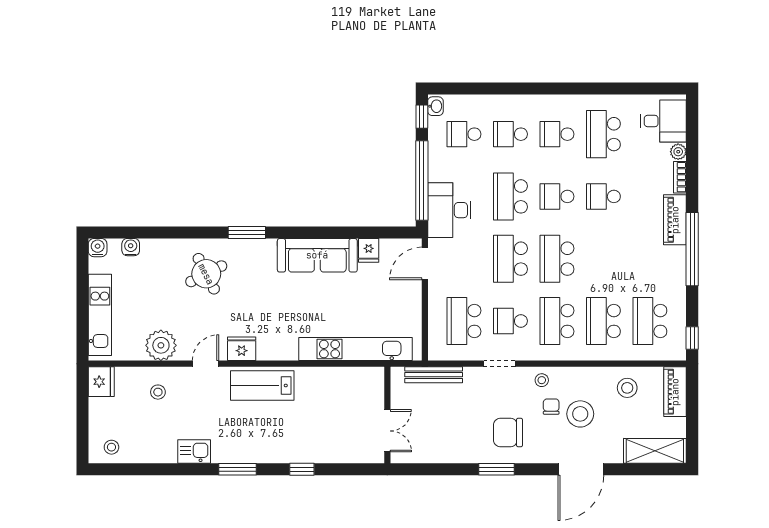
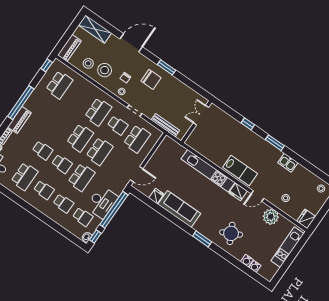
desk: (449, 210) -> (102, 202), moved
water cooler: (98, 248) -> (247, 261), moved
school desk: (603, 321) -> (79, 98), removed
kitchen unit: (356, 349) -> (208, 171), moved
stool: (580, 414) -> (105, 70), moved

